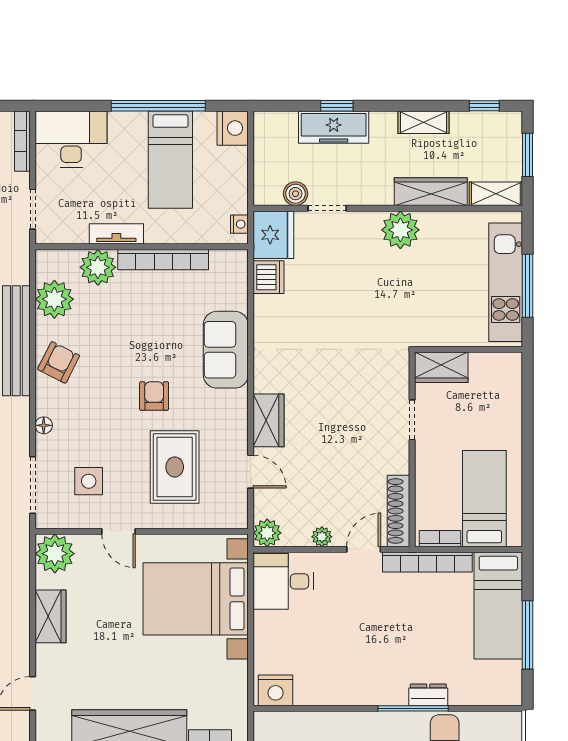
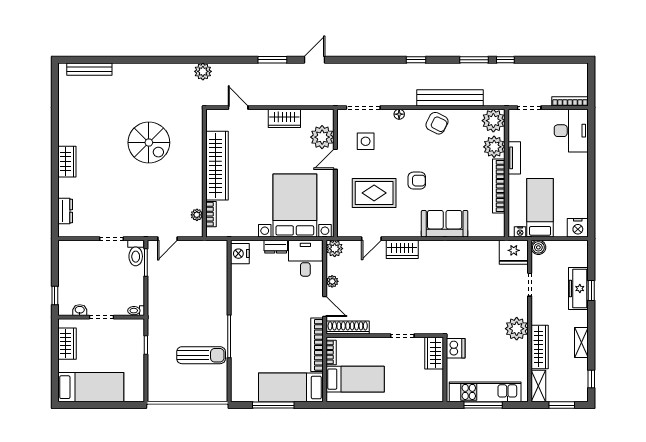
window: (158, 106) -> (591, 183), removed
bed: (170, 160) -> (540, 208), moved, turned 90
boiler: (296, 194) -> (538, 247), moved
dishwasher: (269, 277) -> (456, 348), moved, turned -90
plant: (54, 299) -> (493, 121), moved
plant: (55, 554) -> (322, 137), moved
dresser: (428, 695) -> (276, 247), moved, turned 90

